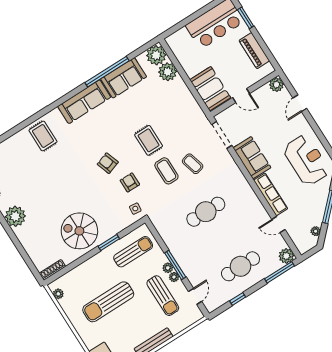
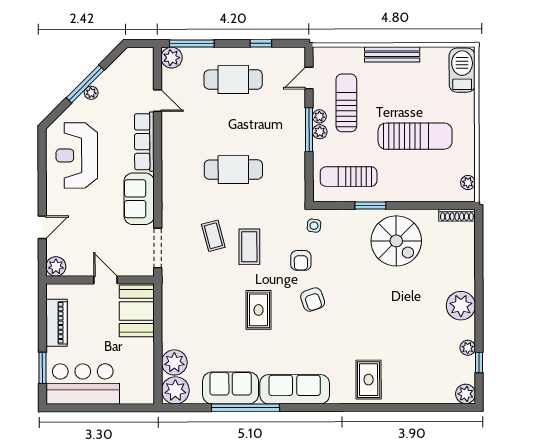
rug: (149, 140) -> (259, 310), moved
plant: (316, 231) -> (91, 93), moved

